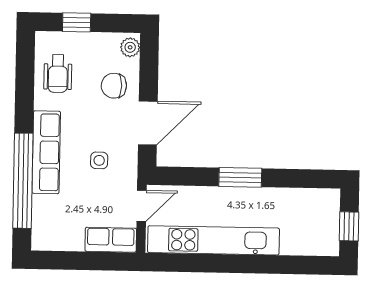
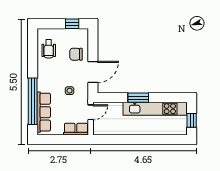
window: (77, 22) -> (72, 24), moved
plant: (130, 47) -> (84, 35), removed
row of seats: (46, 152) -> (44, 112), moved
kitchen unit: (213, 240) -> (155, 109), moved, turned 180

